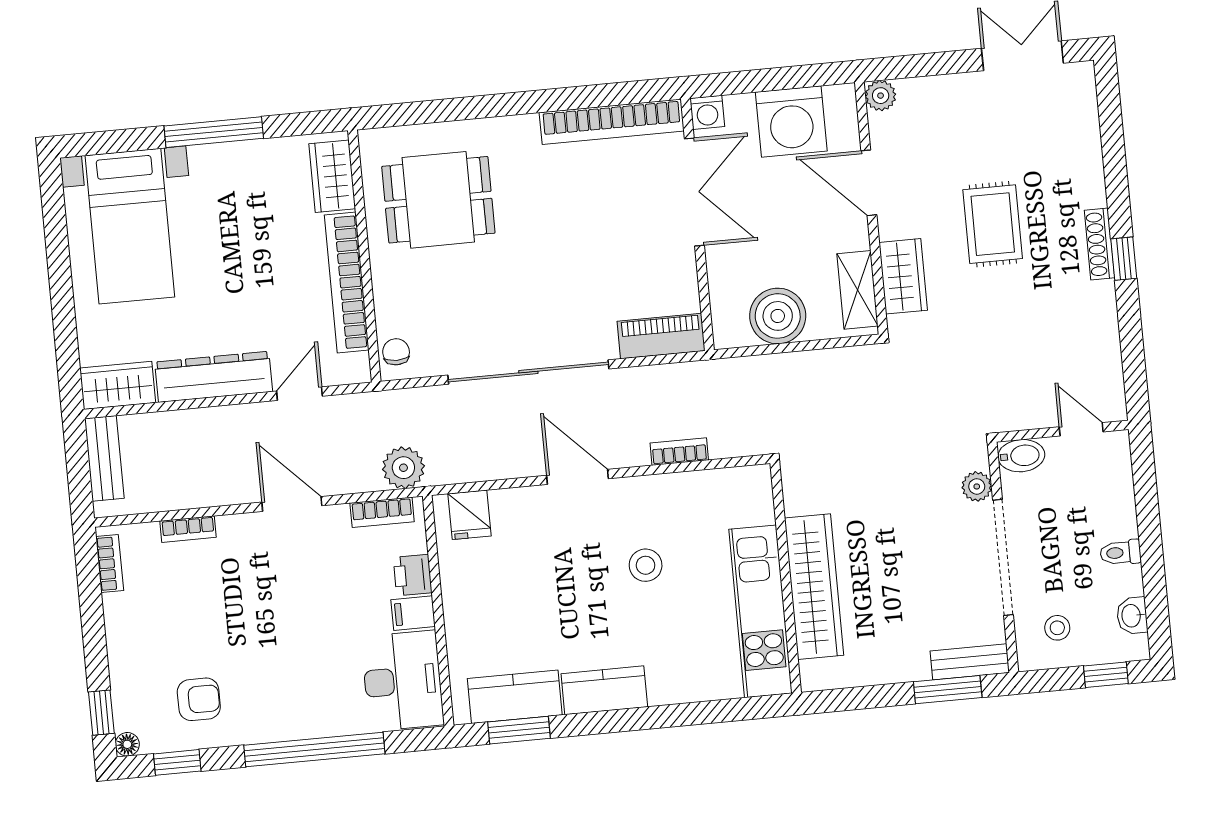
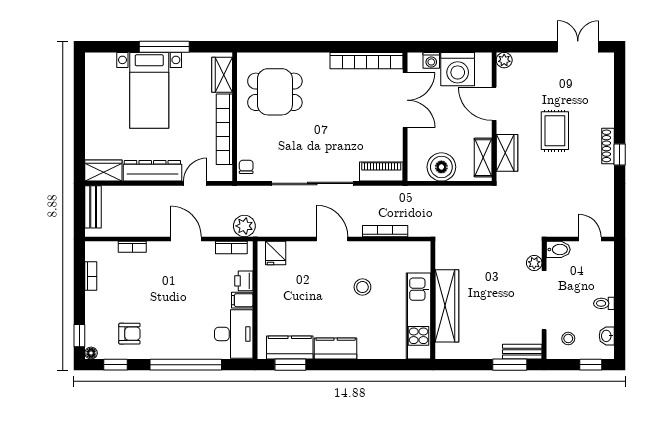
washing machine: (707, 112) -> (431, 60), moved
bed with nightstands: (130, 226) -> (149, 90), moved
bookcase: (679, 452) -> (385, 231), width x1.56
bookcase: (110, 564) -> (91, 276), moved

